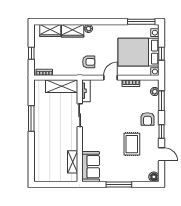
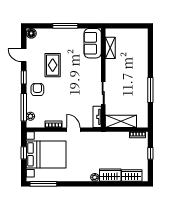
armchair: (89, 62) -> (95, 145), removed
door: (110, 78) -> (73, 130), swing flipped
window: (162, 101) -> (24, 107), width x1.44

